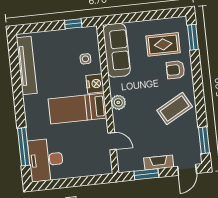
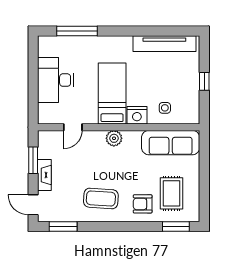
window: (73, 24) -> (204, 81), moved
armchair: (175, 70) -> (143, 204), turned -90
coffee table: (175, 109) -> (101, 198), turned -57
desk: (46, 160) -> (55, 80), moved, turned -90

